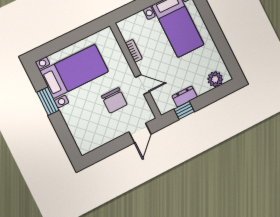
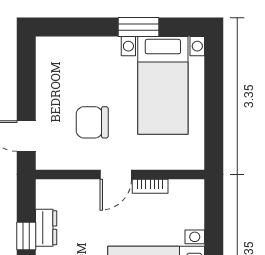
door: (142, 84) -> (116, 174), moved
window: (184, 110) -> (26, 236), moved

